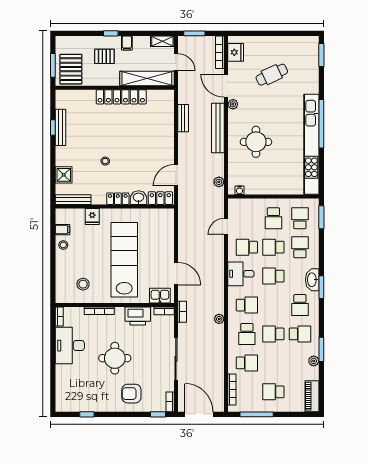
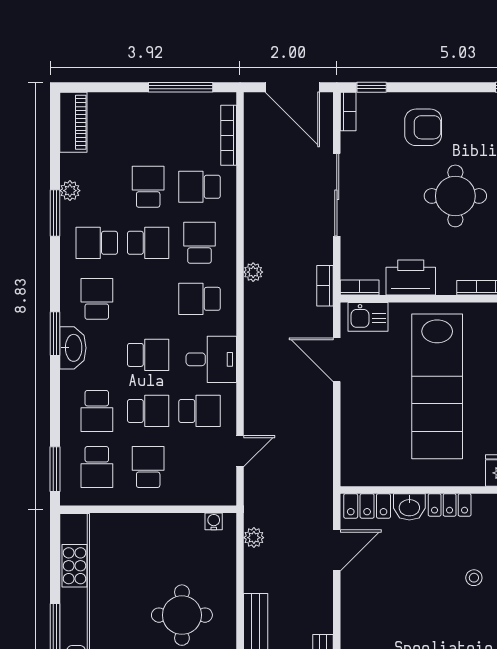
school desk: (273, 392) -> (148, 187), moved, turned -90

